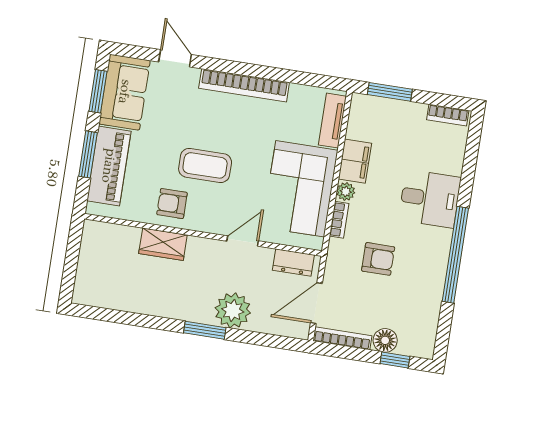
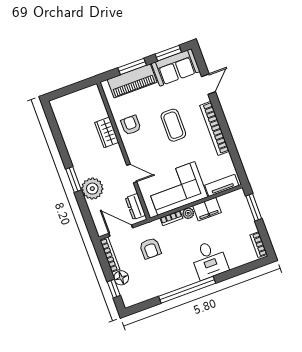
coffee table: (205, 165) -> (173, 125), moved
armchair: (378, 259) -> (150, 248), moved

